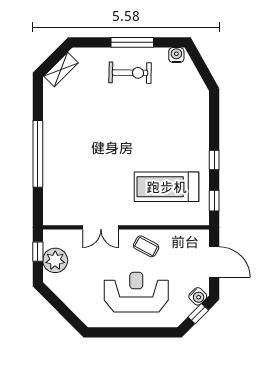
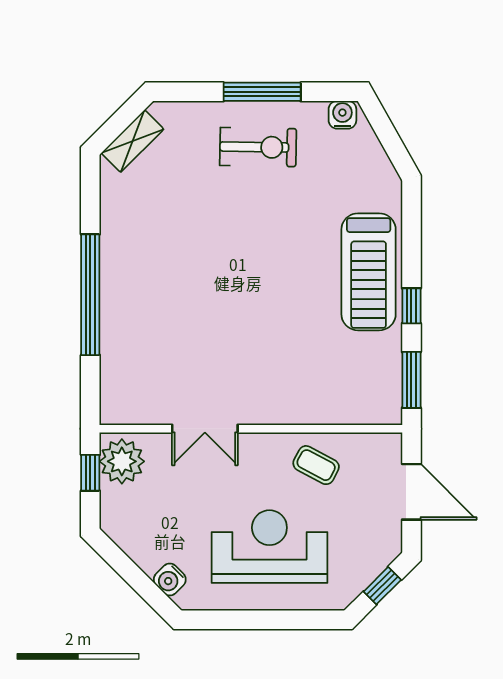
treadmill: (167, 187) -> (369, 272), moved, turned -90
window: (214, 201) -> (411, 380), width x1.50
coffee table: (146, 246) -> (316, 465), moved
plant: (55, 260) -> (122, 461), moved
water cooler: (198, 296) -> (170, 580), moved, turned 90

